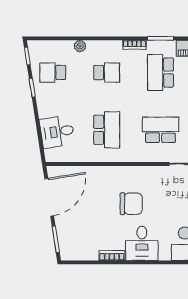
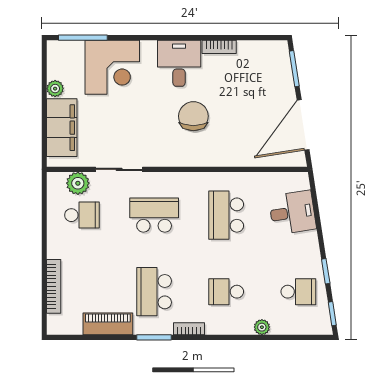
school desk: (161, 73) -> (154, 292), turned 180
school desk: (161, 130) -> (154, 215), turned 180
chair: (131, 204) -> (193, 116), turned 90

